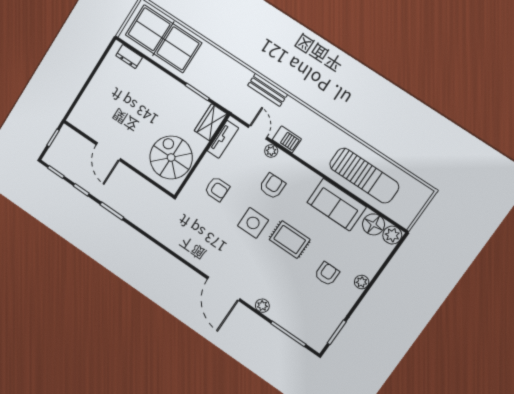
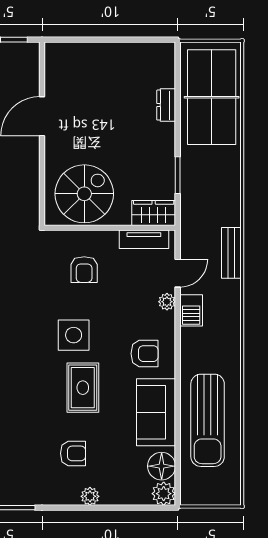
dresser: (129, 57) -> (166, 105), moved
armchair: (272, 186) -> (145, 354), moved

